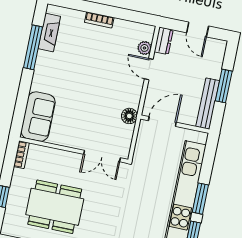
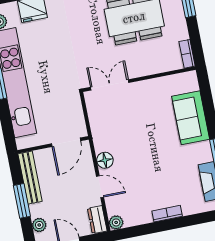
plant: (144, 48) -> (116, 222), moved
plant: (217, 58) -> (39, 225), added
floor lamp: (129, 116) -> (105, 160), moved
sofa: (38, 117) -> (191, 118), moved

